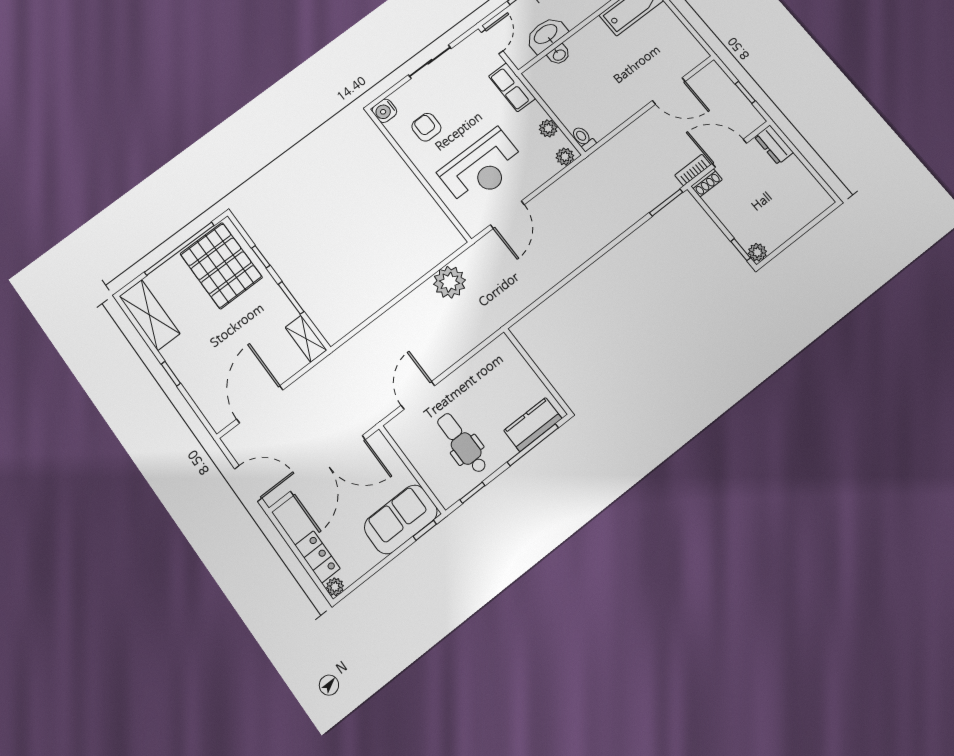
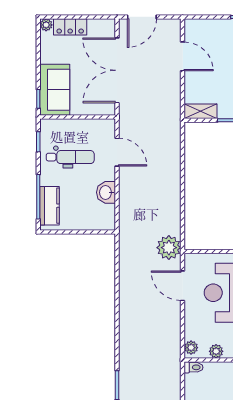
plant: (450, 282) -> (169, 248), moved
washbasin: (471, 373) -> (106, 192), added
door: (260, 404) -> (183, 56), width x0.73

